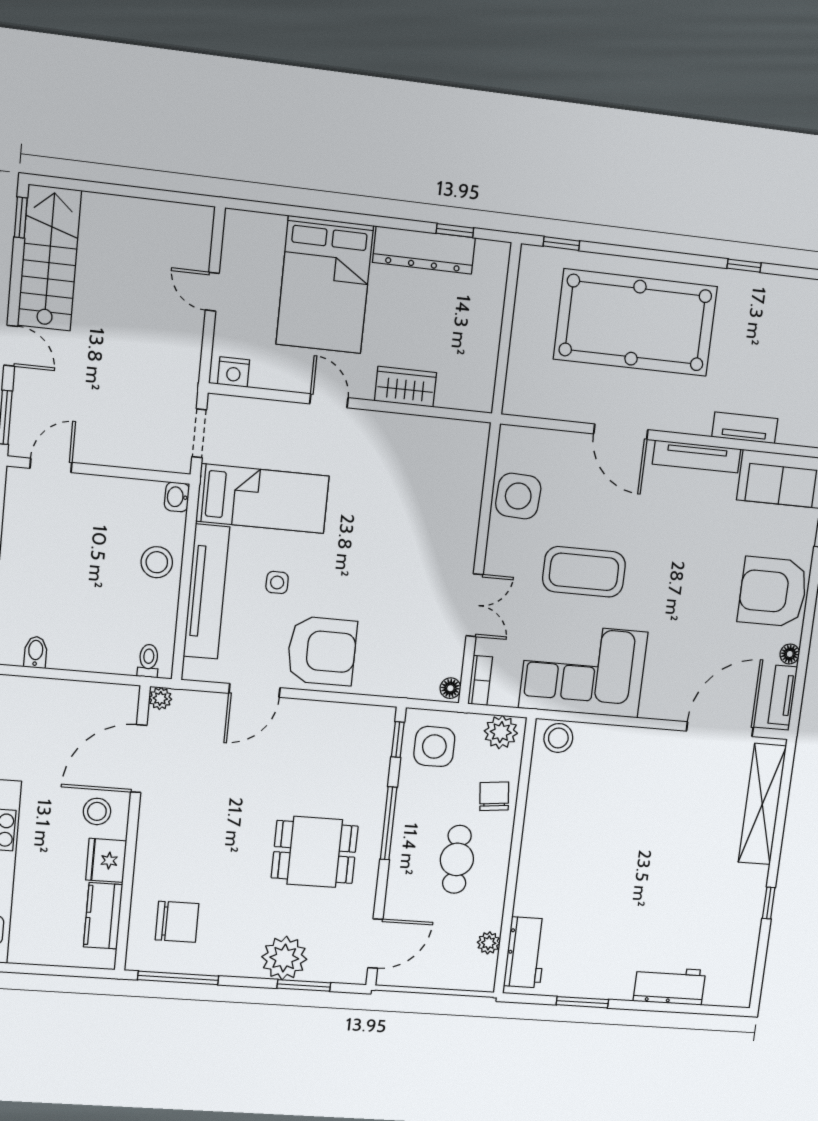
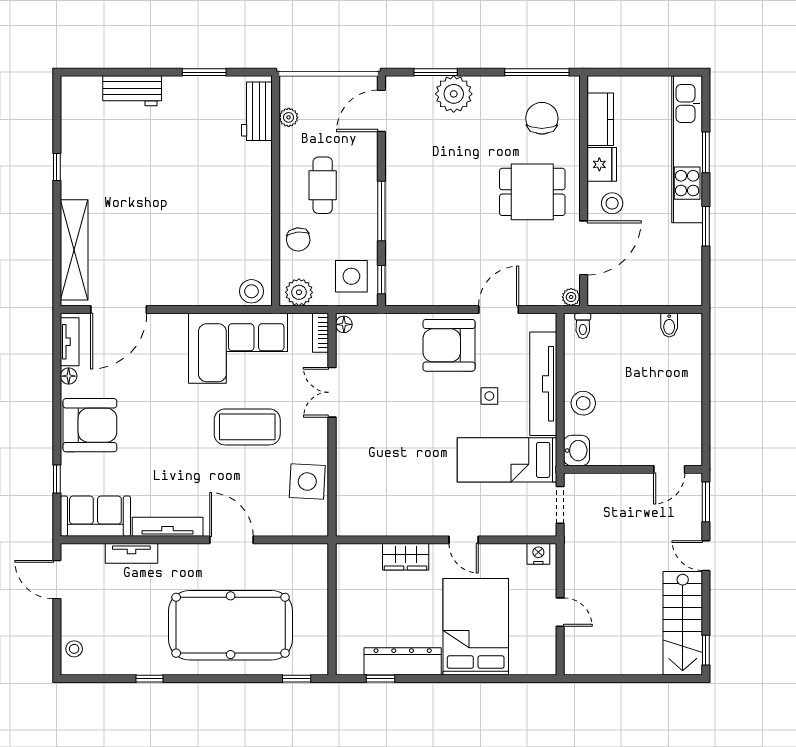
washbasin: (177, 497) -> (577, 451), width x1.38, depth x1.45
dining table: (315, 852) -> (532, 192), moved
chair: (177, 922) -> (542, 118), turned 90

